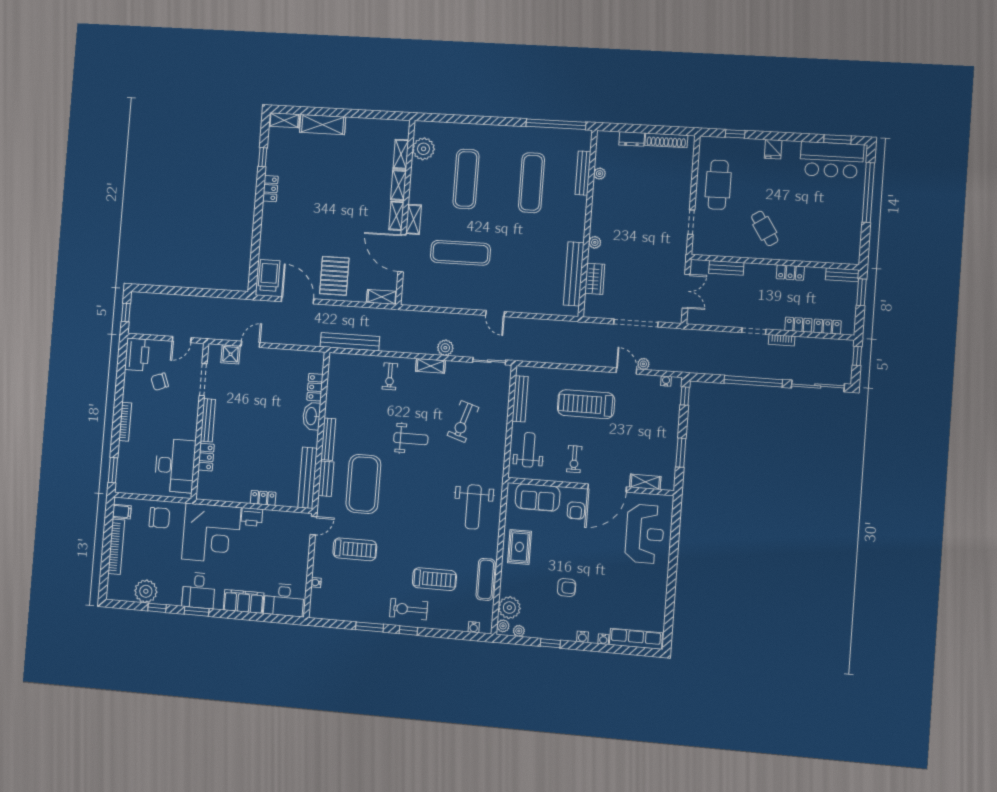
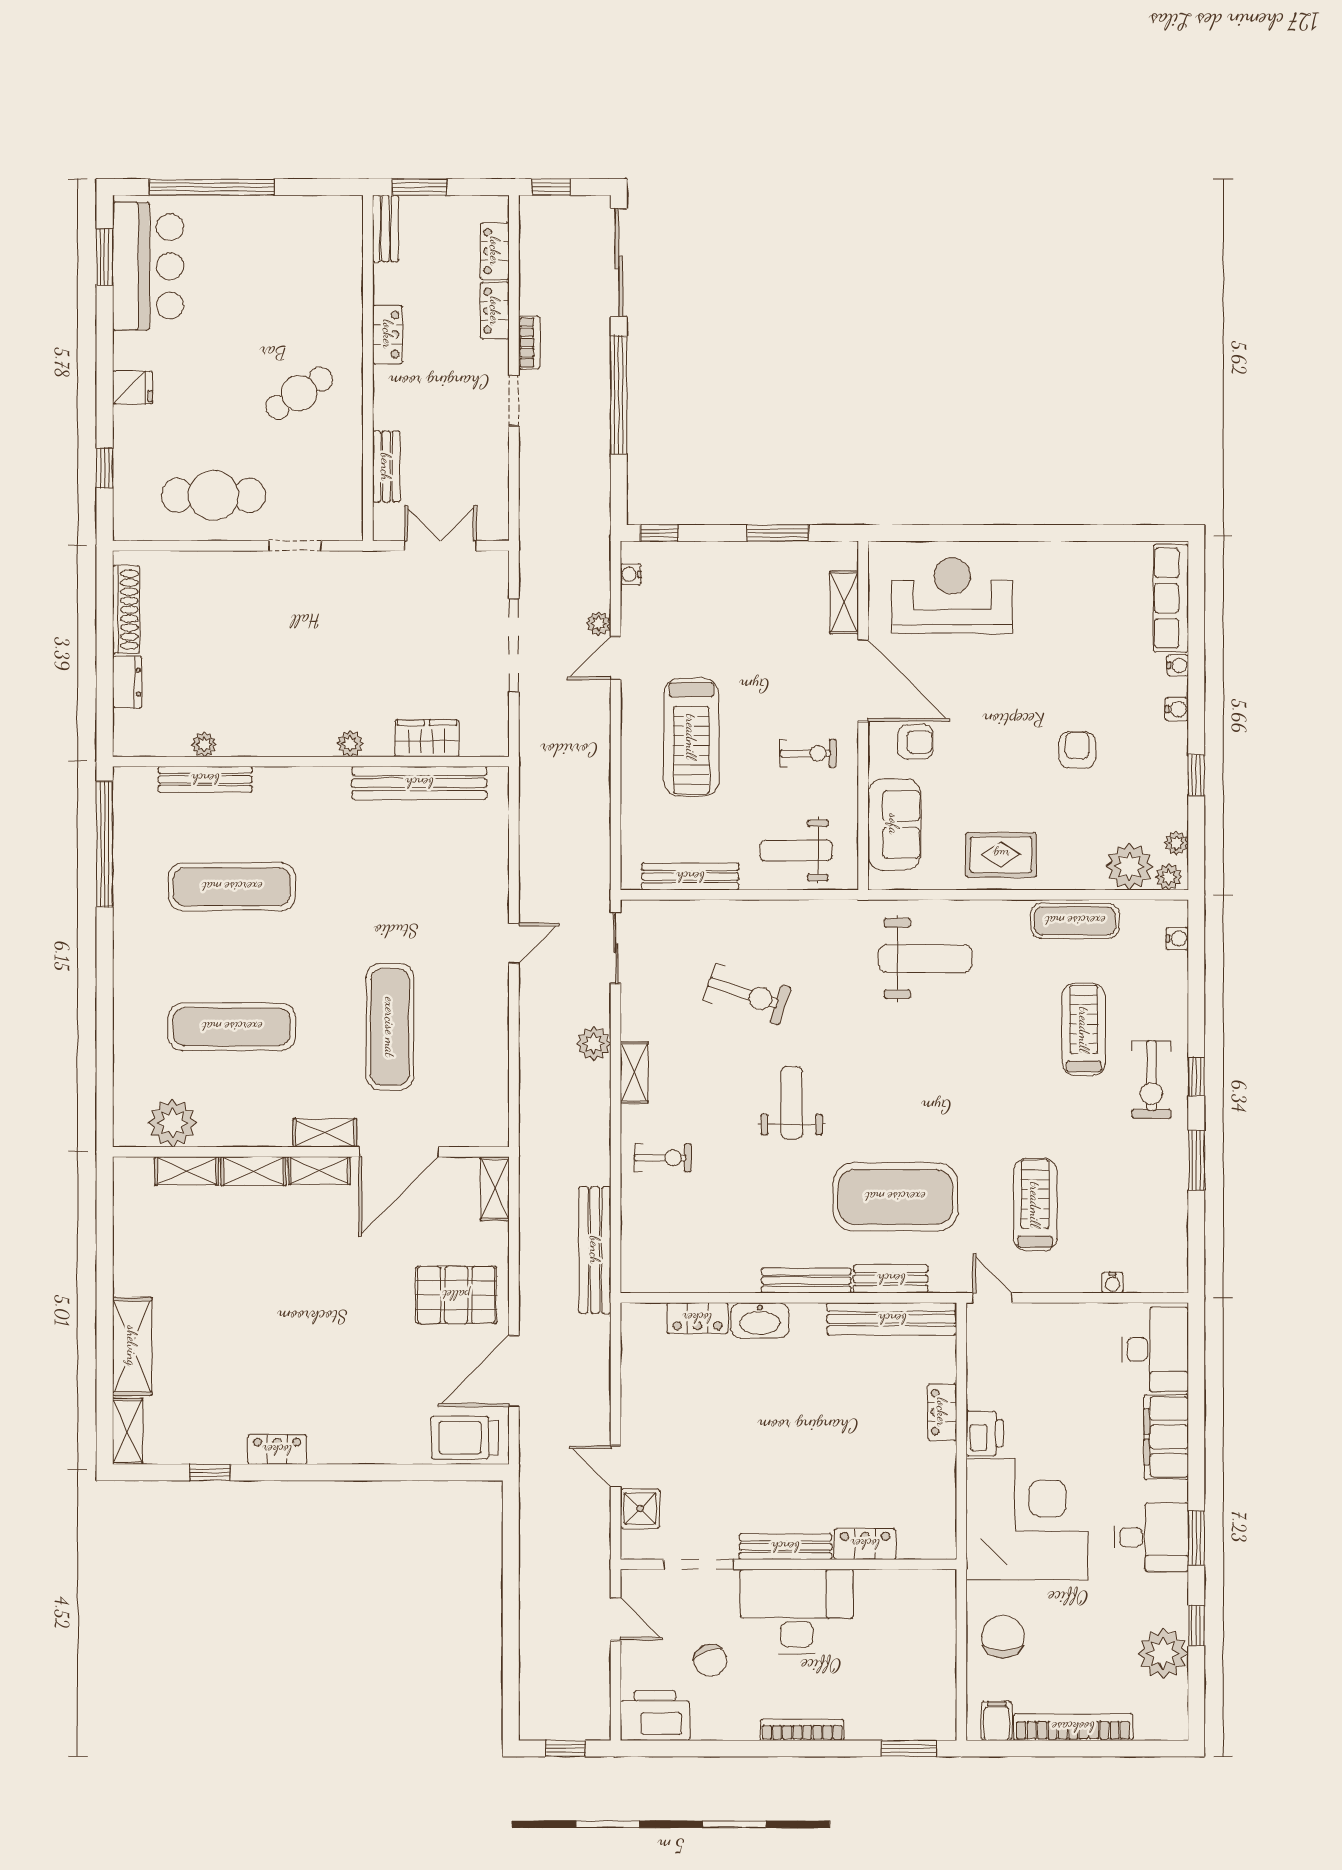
desk: (175, 466) -> (797, 1611), moved

